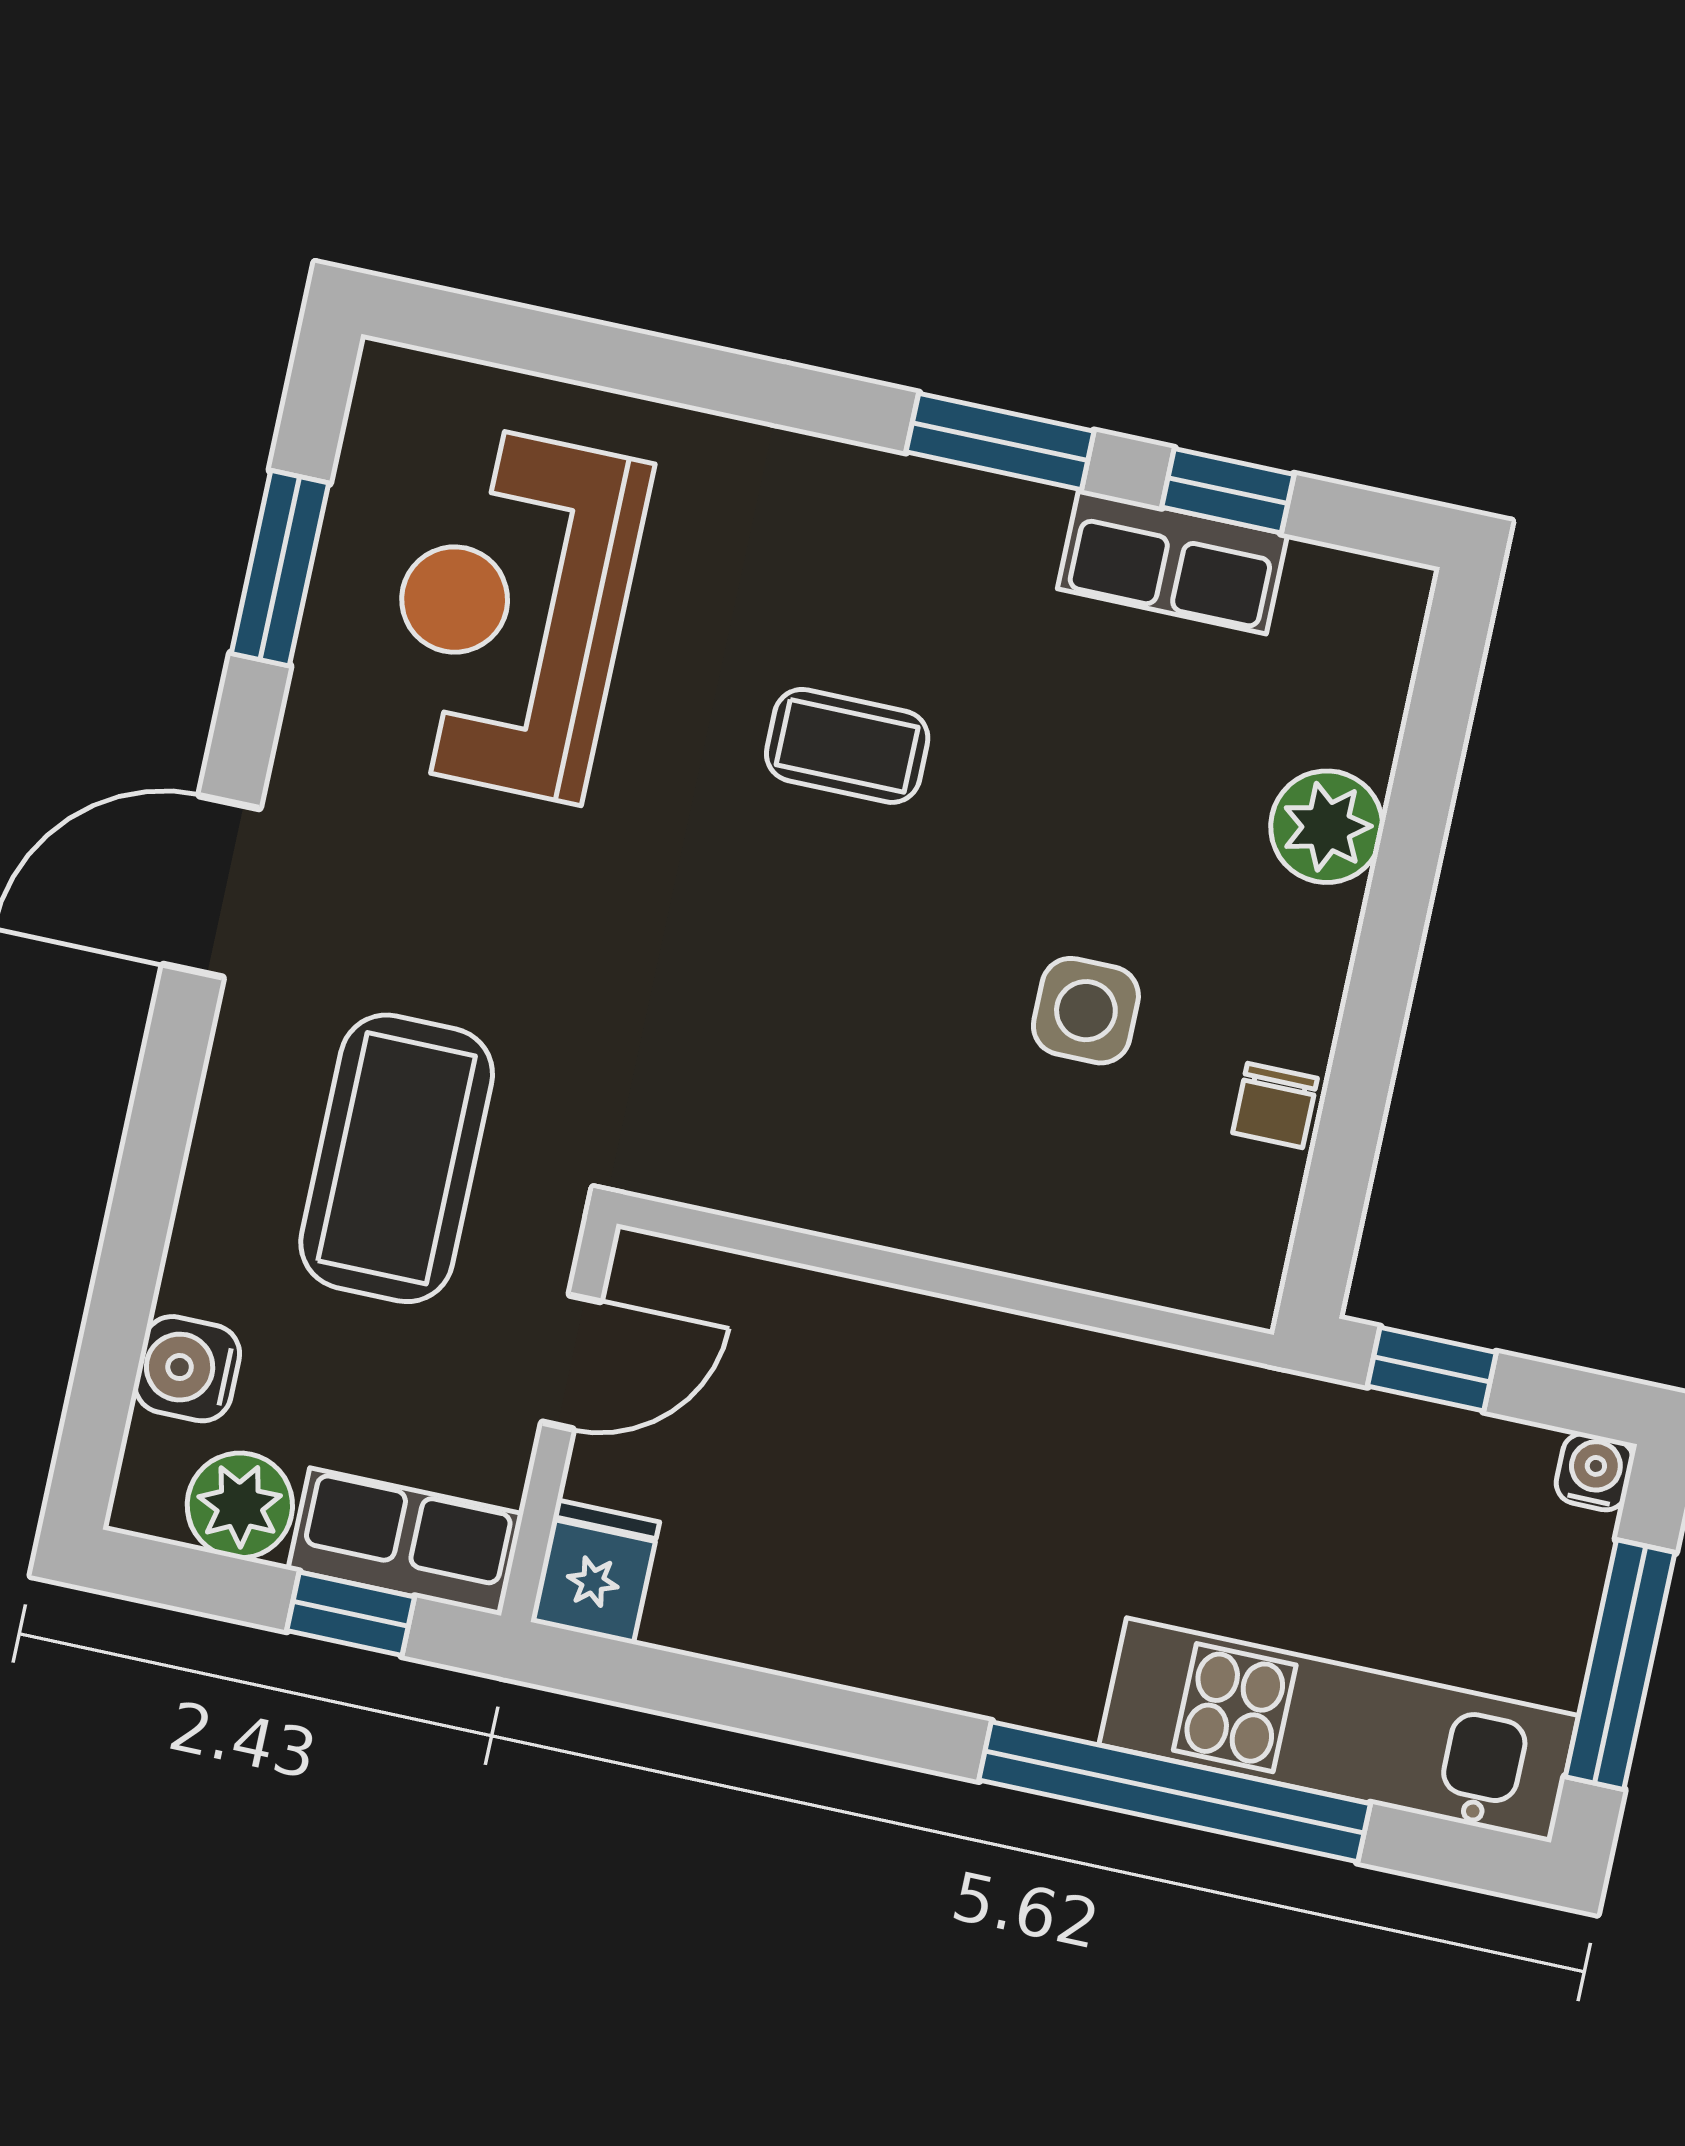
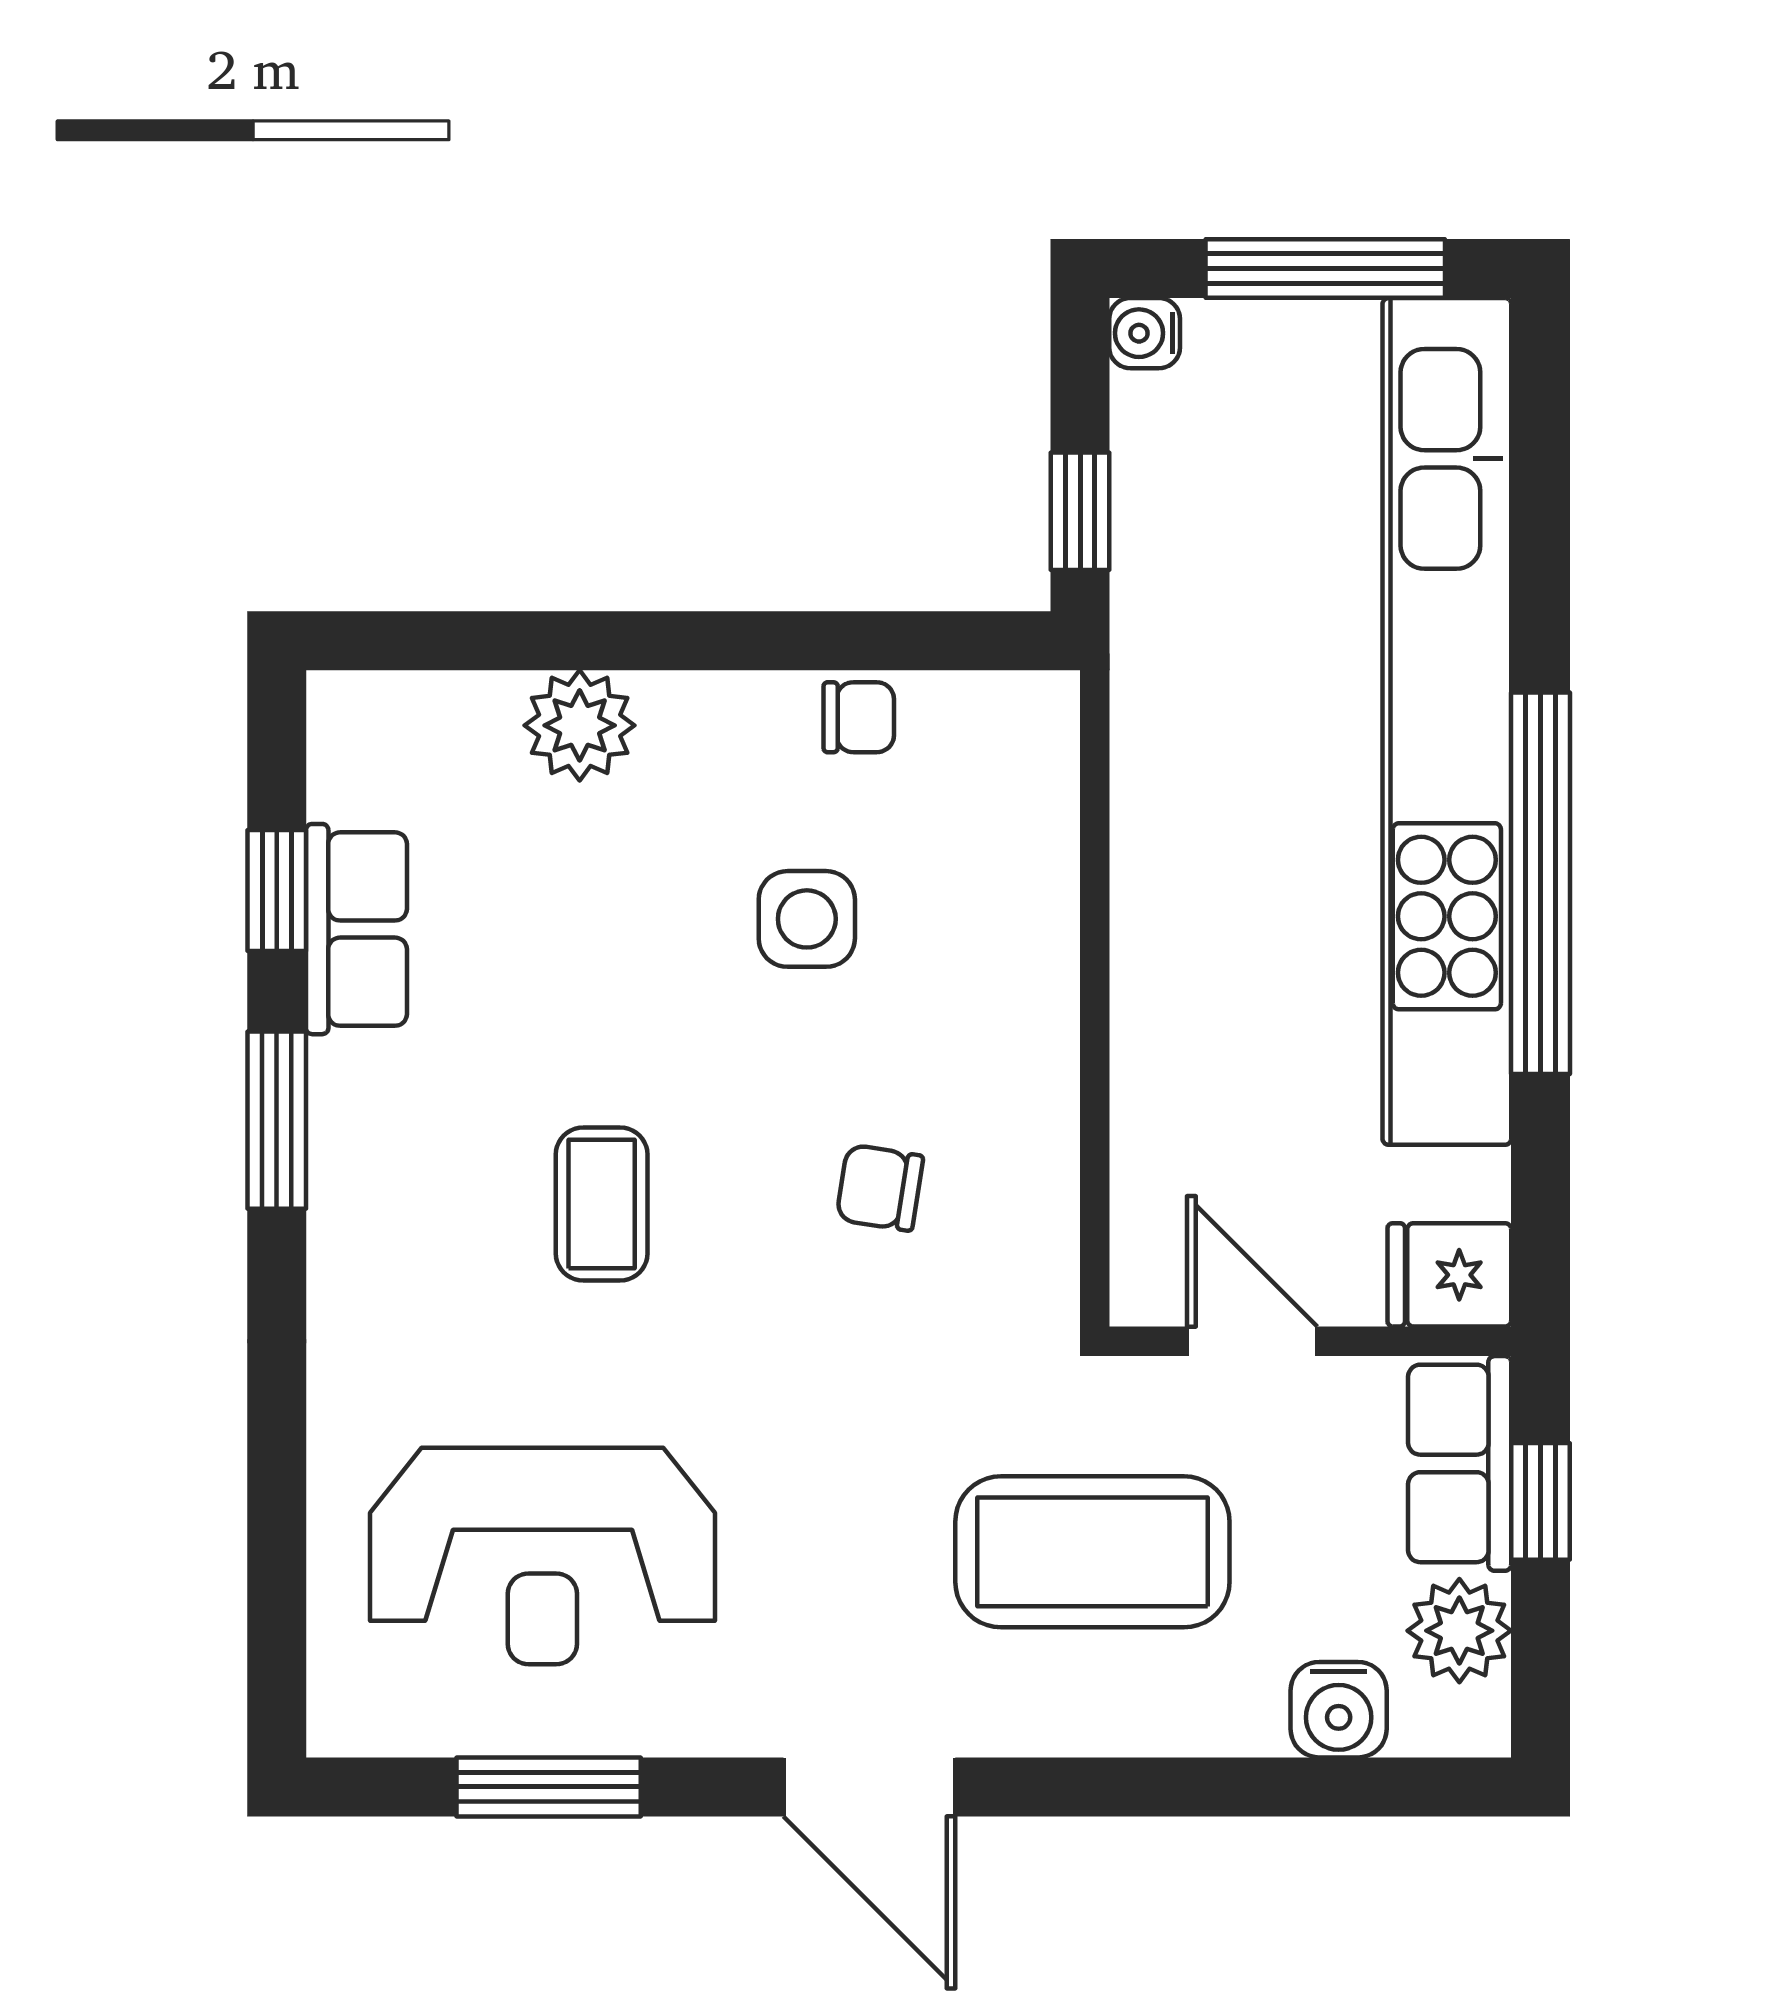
chair: (804, 1025) -> (880, 1188), added
kitchen unit: (1339, 1730) -> (1447, 721), width x1.86
window: (1175, 1792) -> (1540, 883), moved

